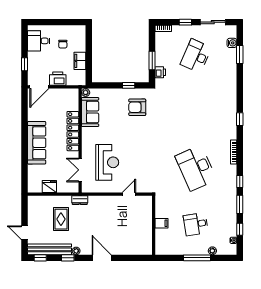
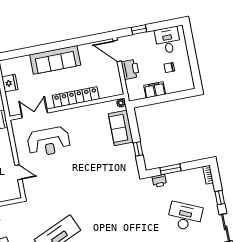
armchair: (137, 107) -> (116, 163), removed
sofa: (90, 112) -> (121, 128), moved, turned 90

